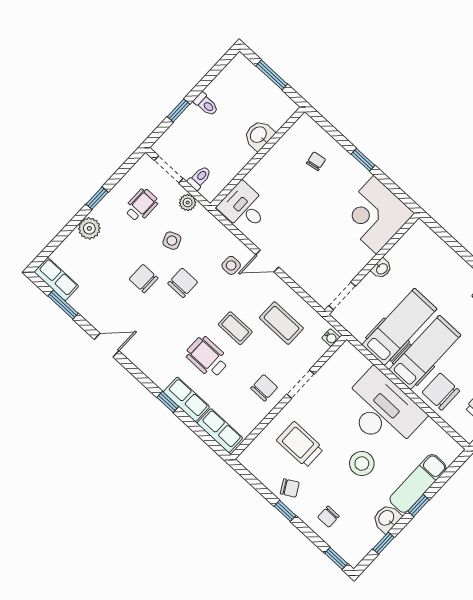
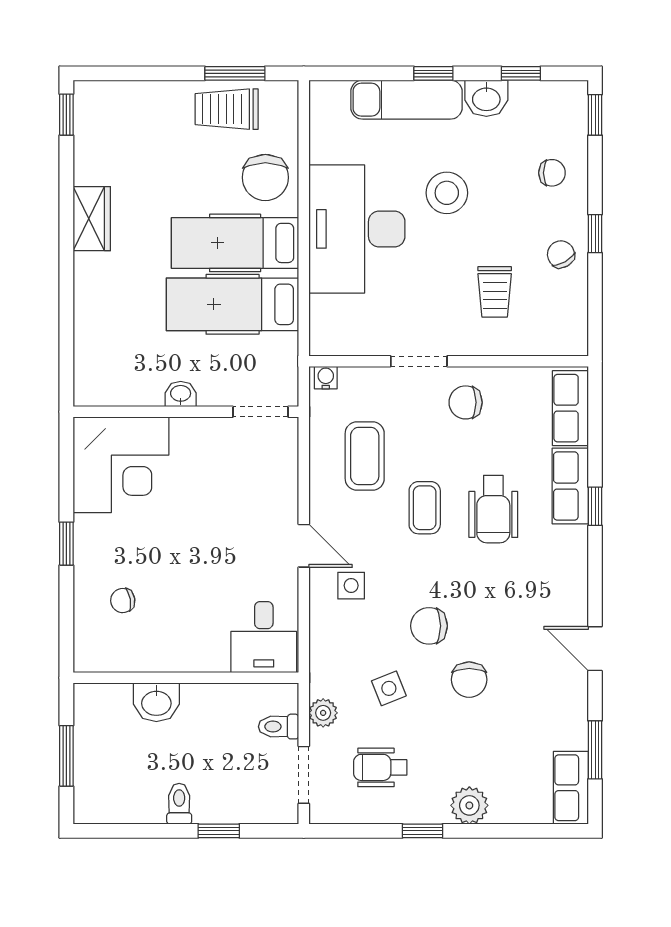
trolley: (300, 444) -> (495, 292), width x0.73, depth x0.72

